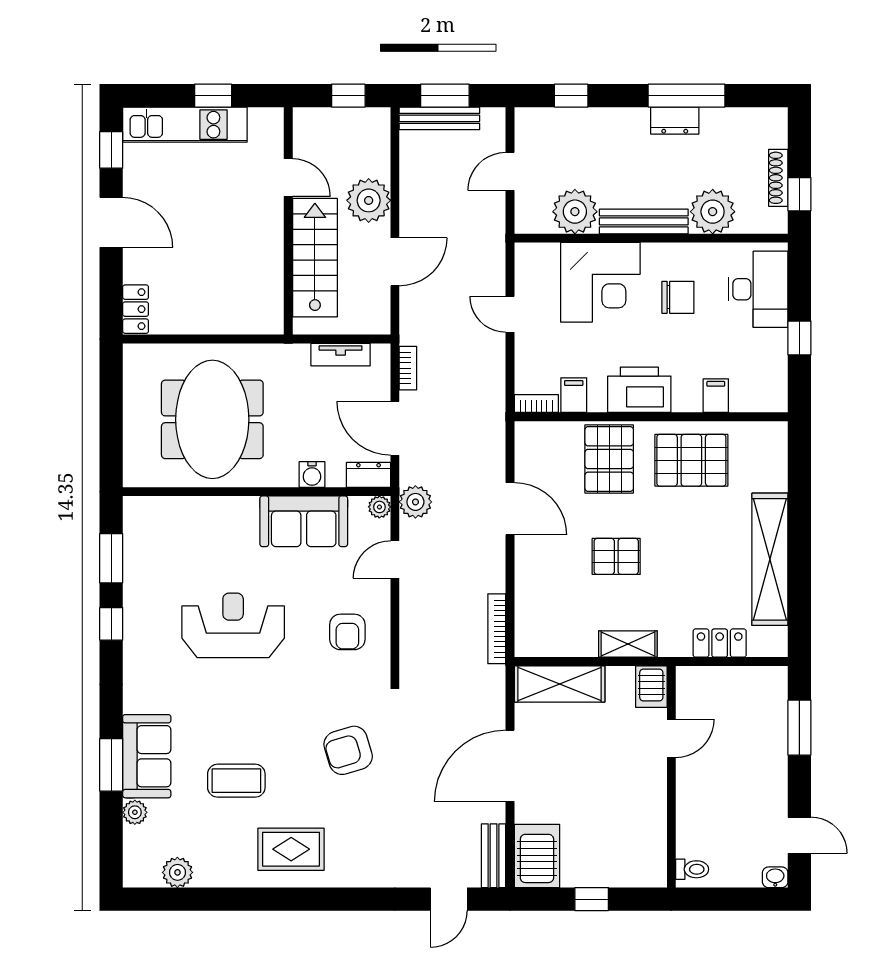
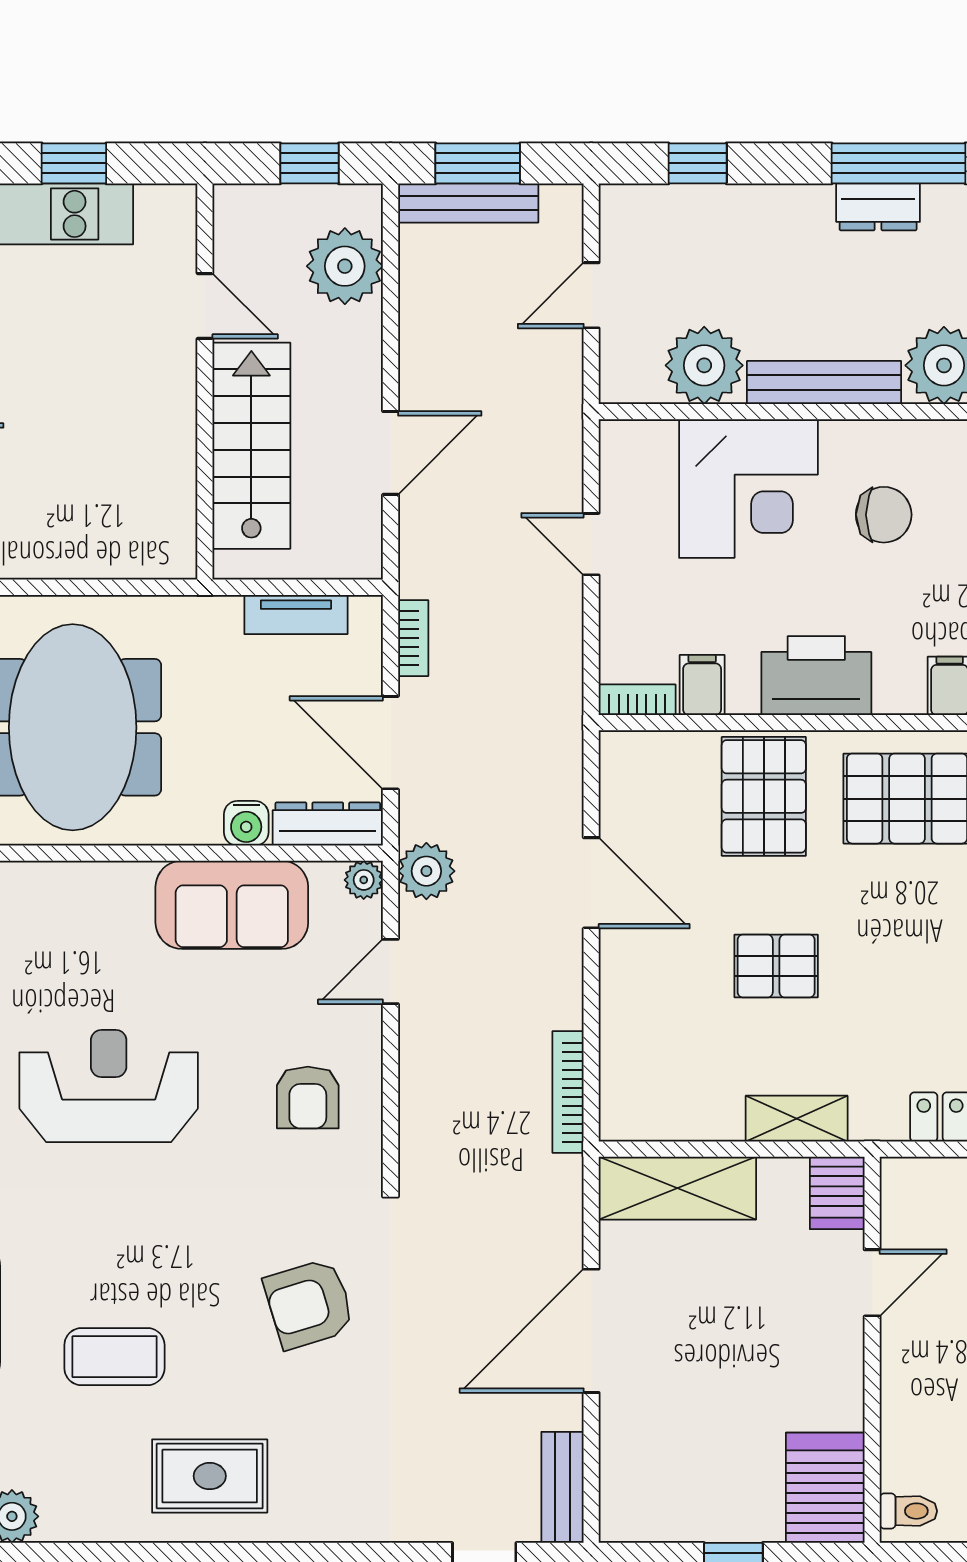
plant: (369, 200) -> (345, 266), moved
dresser: (368, 475) -> (328, 824), width x1.44
server rack: (537, 856) -> (825, 1488), moved

